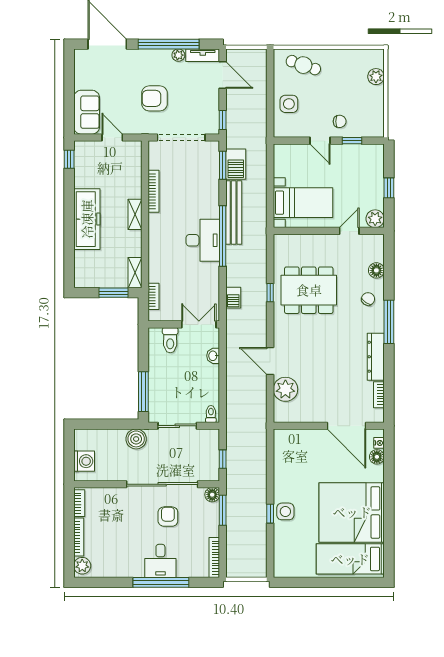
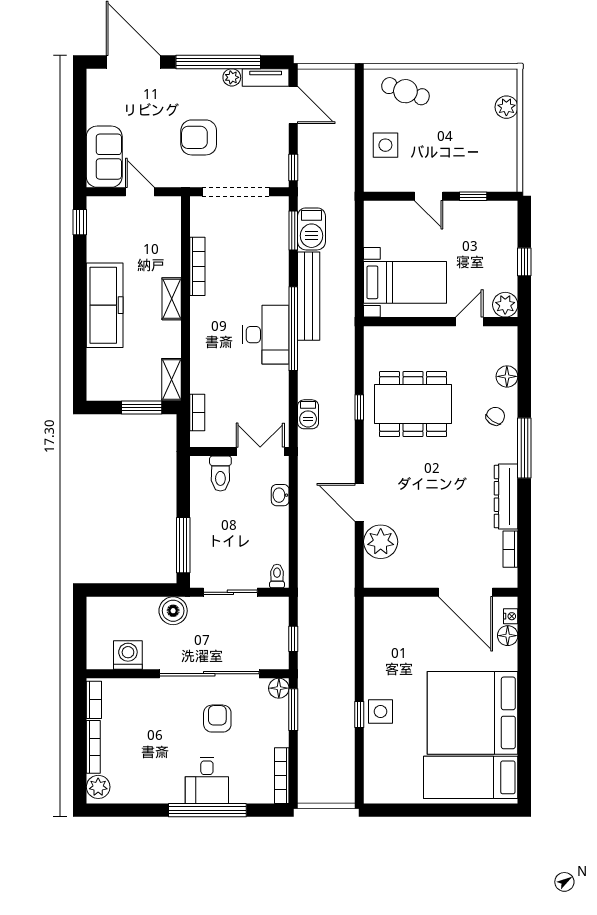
chair: (340, 121) -> (456, 169), removed
washing machine: (84, 461) -> (128, 655), moved, turned -90

